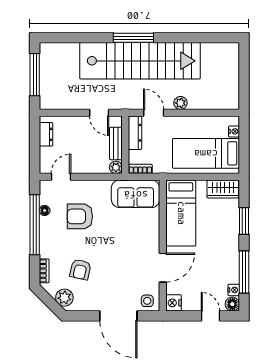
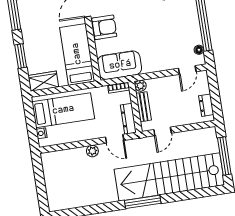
stairs: (140, 61) -> (169, 177), moved
door: (99, 113) -> (163, 131), swing flipped
floor lamp: (45, 210) -> (199, 50), moved
armchair: (80, 216) -> (104, 27), moved

